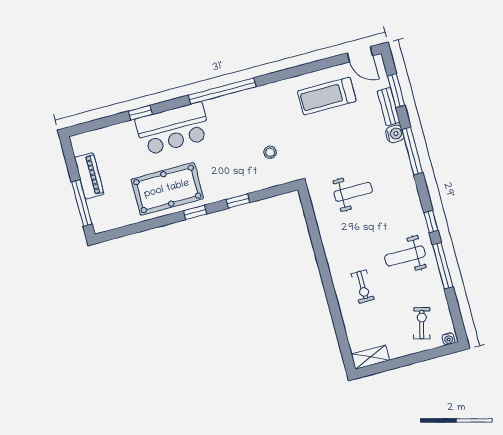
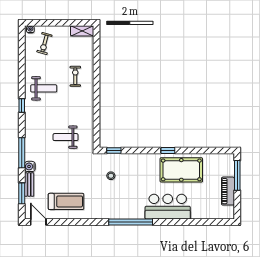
window: (140, 113) -> (185, 222), removed
window: (238, 201) -> (114, 151), moved
window: (443, 266) -> (22, 76), removed

